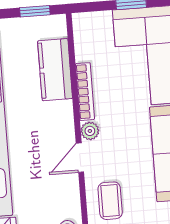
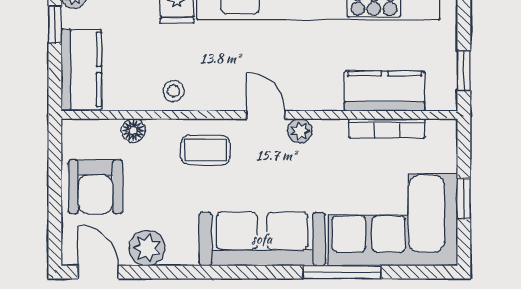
bookcase: (85, 92) -> (387, 128), moved

